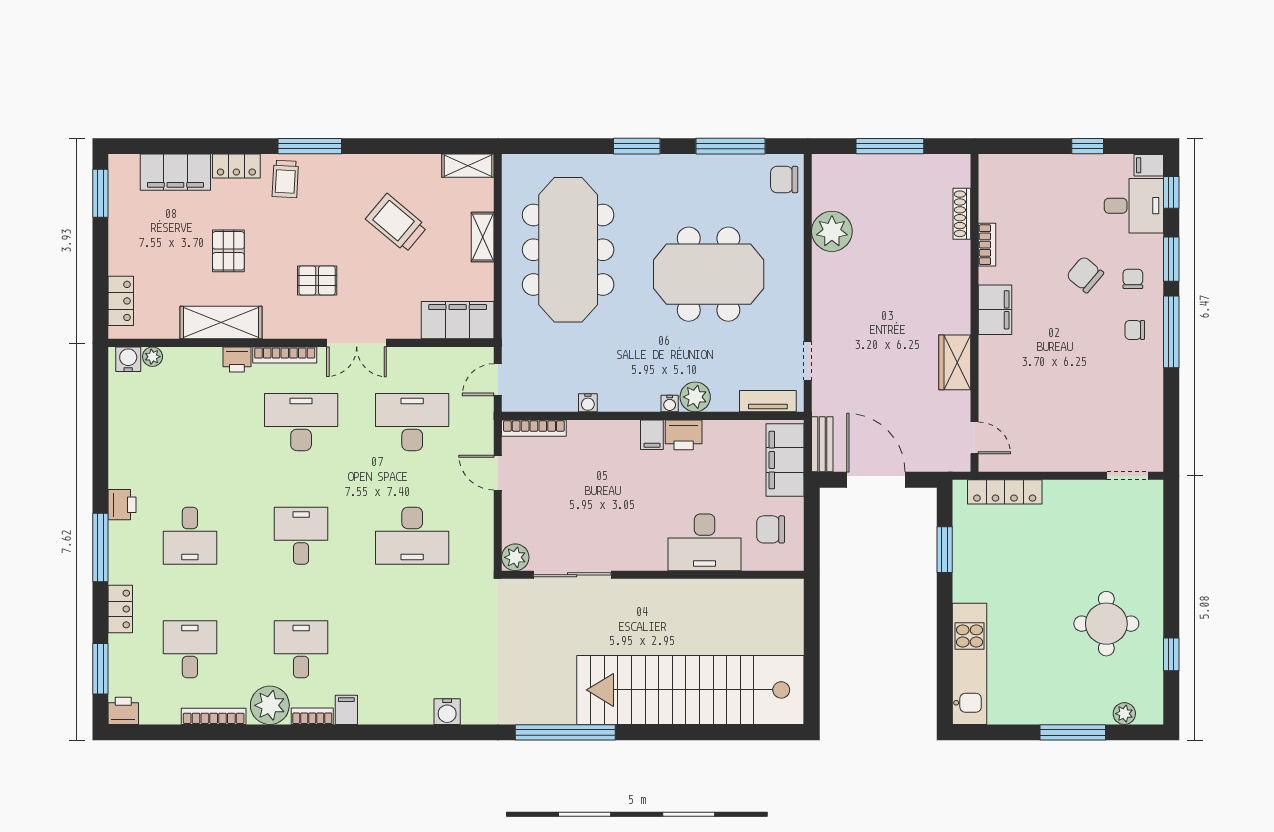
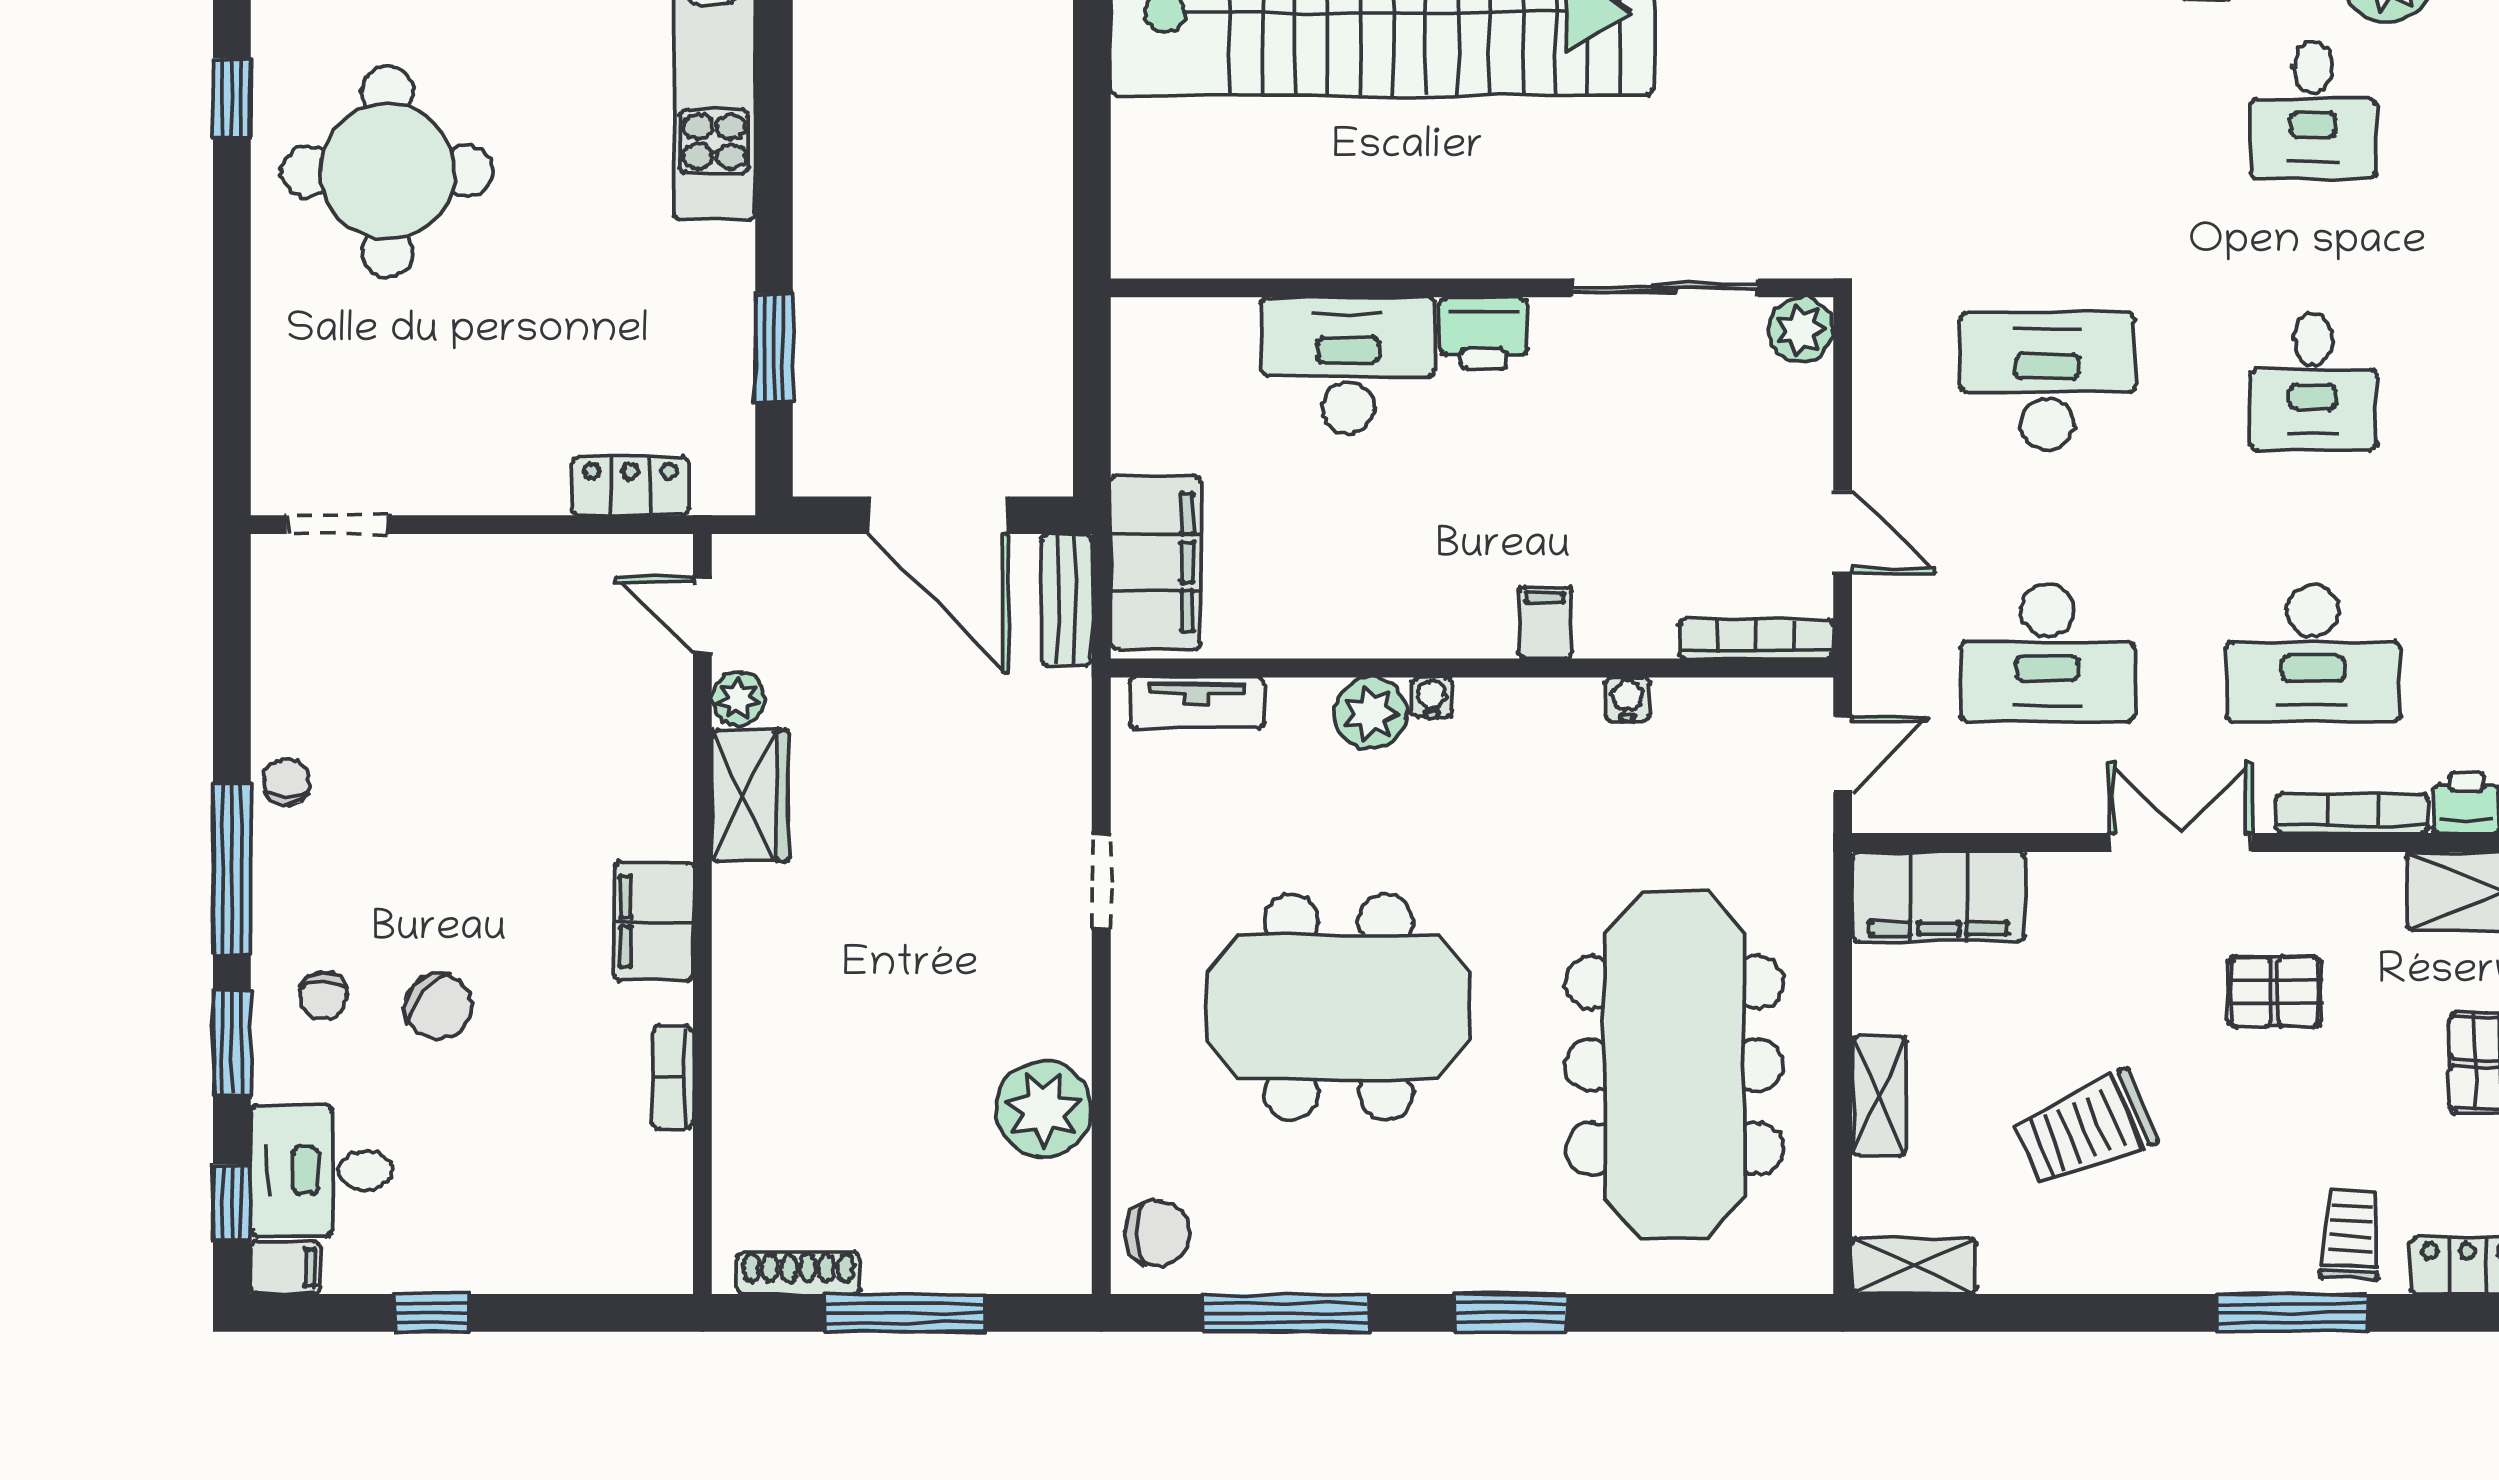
shoe rack: (962, 214) -> (799, 1273), moved, turned -90
trolley: (396, 223) -> (2085, 1129), turned 117
chair: (1135, 330) -> (287, 782), moved, turned -90
doorway: (808, 361) -> (1101, 882), moved
plant: (960, 403) -> (738, 699), added
filing cabinet: (652, 435) -> (1545, 623), moved
printer: (684, 435) -> (1484, 333), moved, turned 180
locker: (1005, 492) -> (630, 486), width x0.66
chair: (771, 529) -> (1190, 396), removed
round table: (1106, 624) -> (387, 171), width x1.36, depth x1.36

